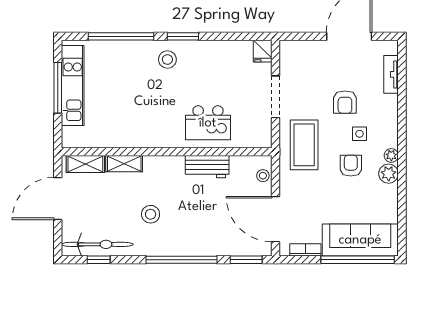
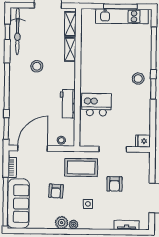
armchair: (345, 102) -> (114, 184), moved, turned -90
kitchen island: (208, 123) -> (96, 105), turned 90
armchair: (351, 166) -> (56, 191), moved, turned 93

